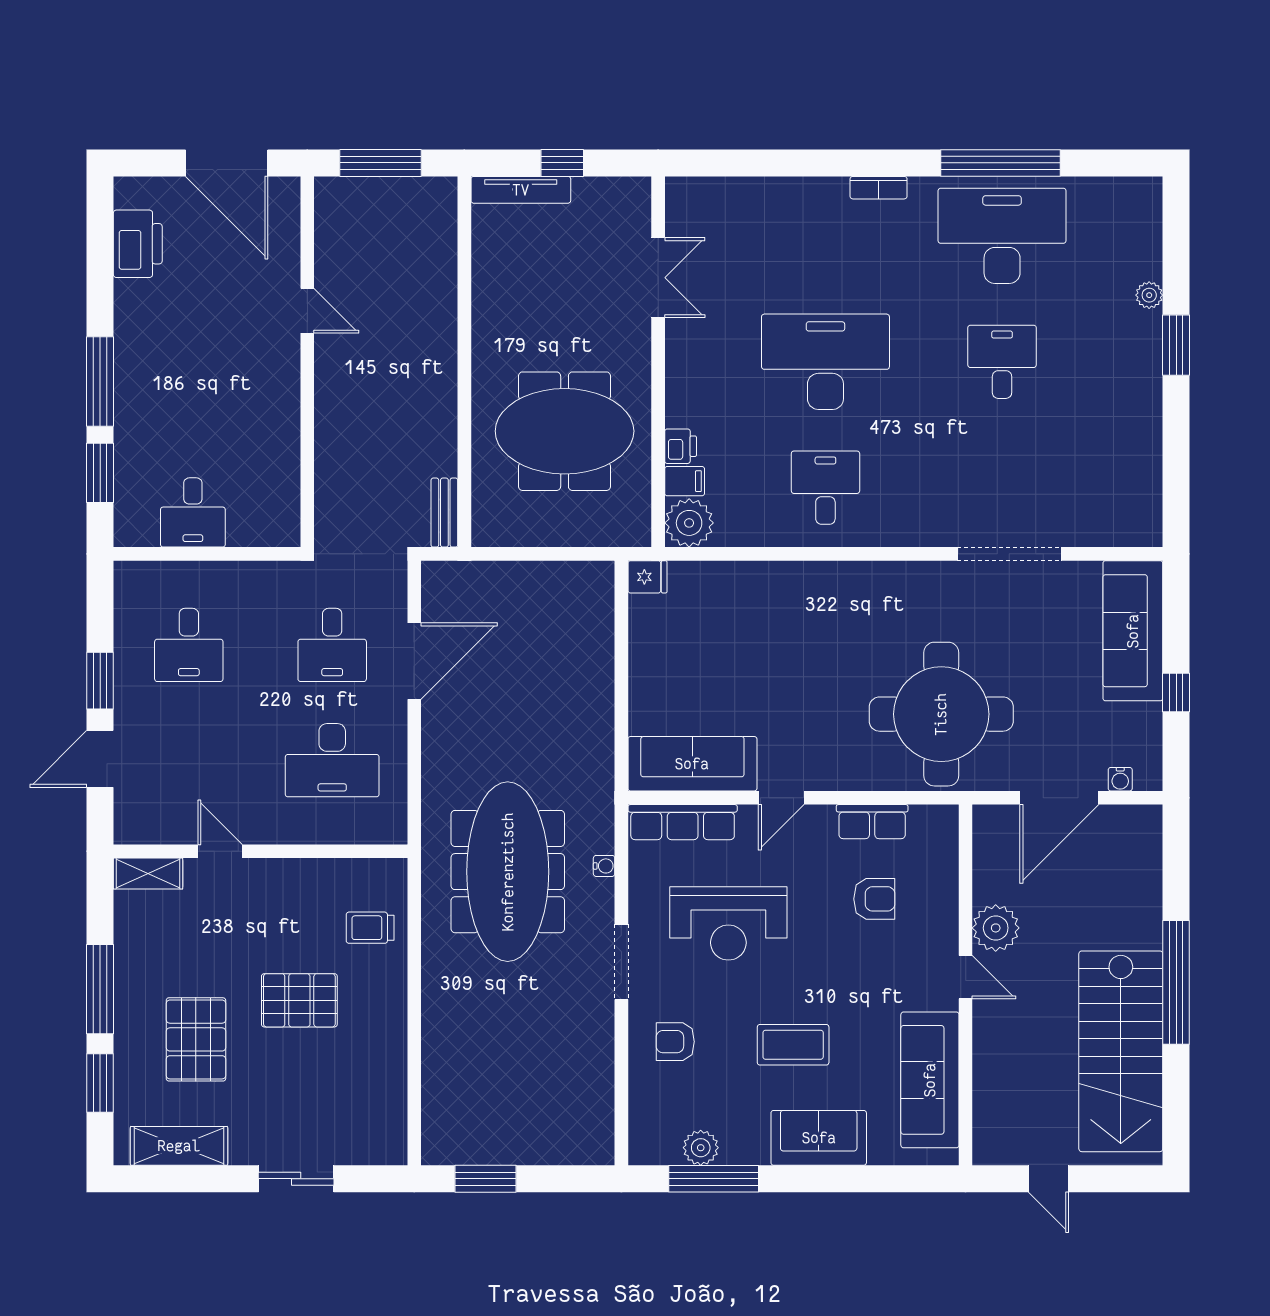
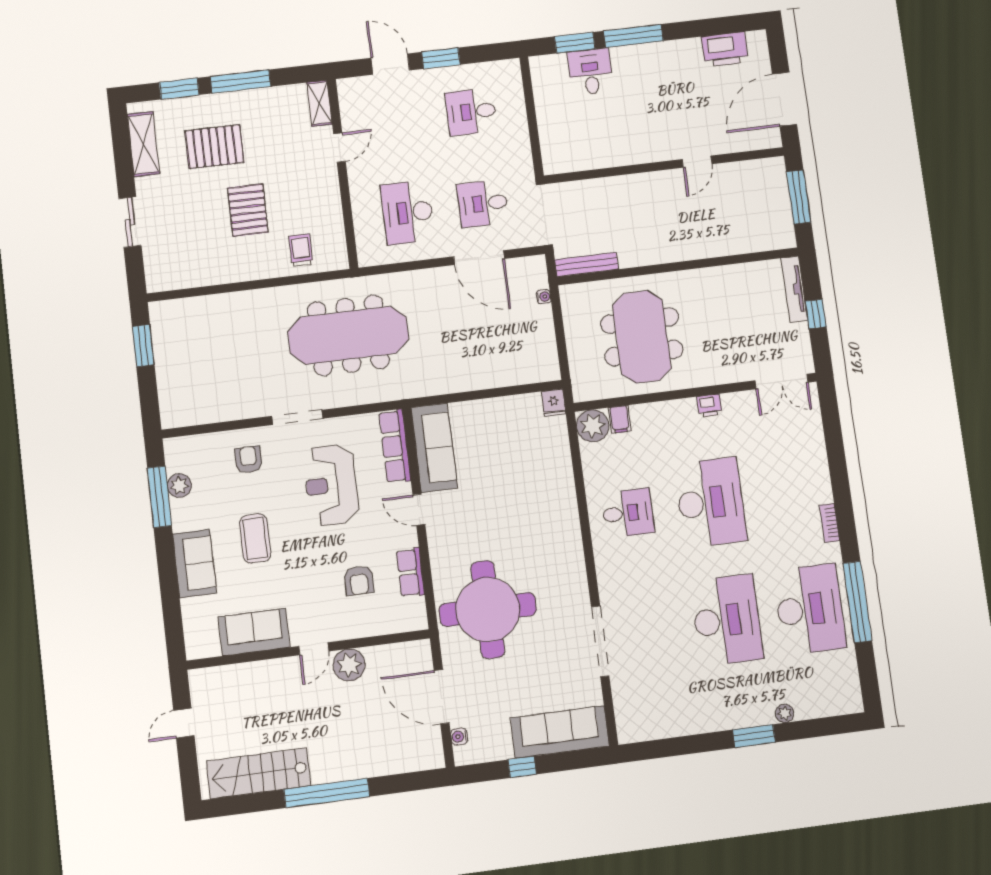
double door: (658, 278) -> (781, 381), moved
desk: (1002, 362) -> (727, 620), width x1.87, depth x1.30
printer: (681, 446) -> (709, 405), moved
desk: (193, 512) -> (590, 72), moved, turned 90
bench: (444, 513) -> (587, 264), width x1.36
water cooler: (604, 866) -> (544, 297), moved, turned -90
stairs: (1121, 1051) -> (259, 773), width x0.73, depth x0.66
sofa: (930, 1080) -> (254, 632), width x0.73

